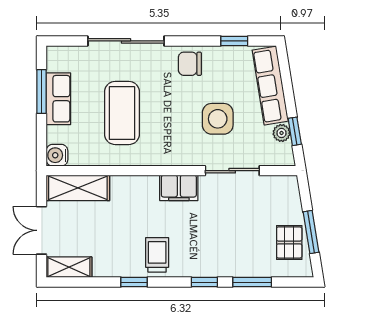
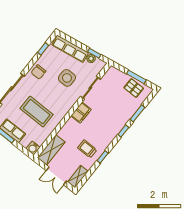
trolley: (157, 255) -> (87, 149), moved

